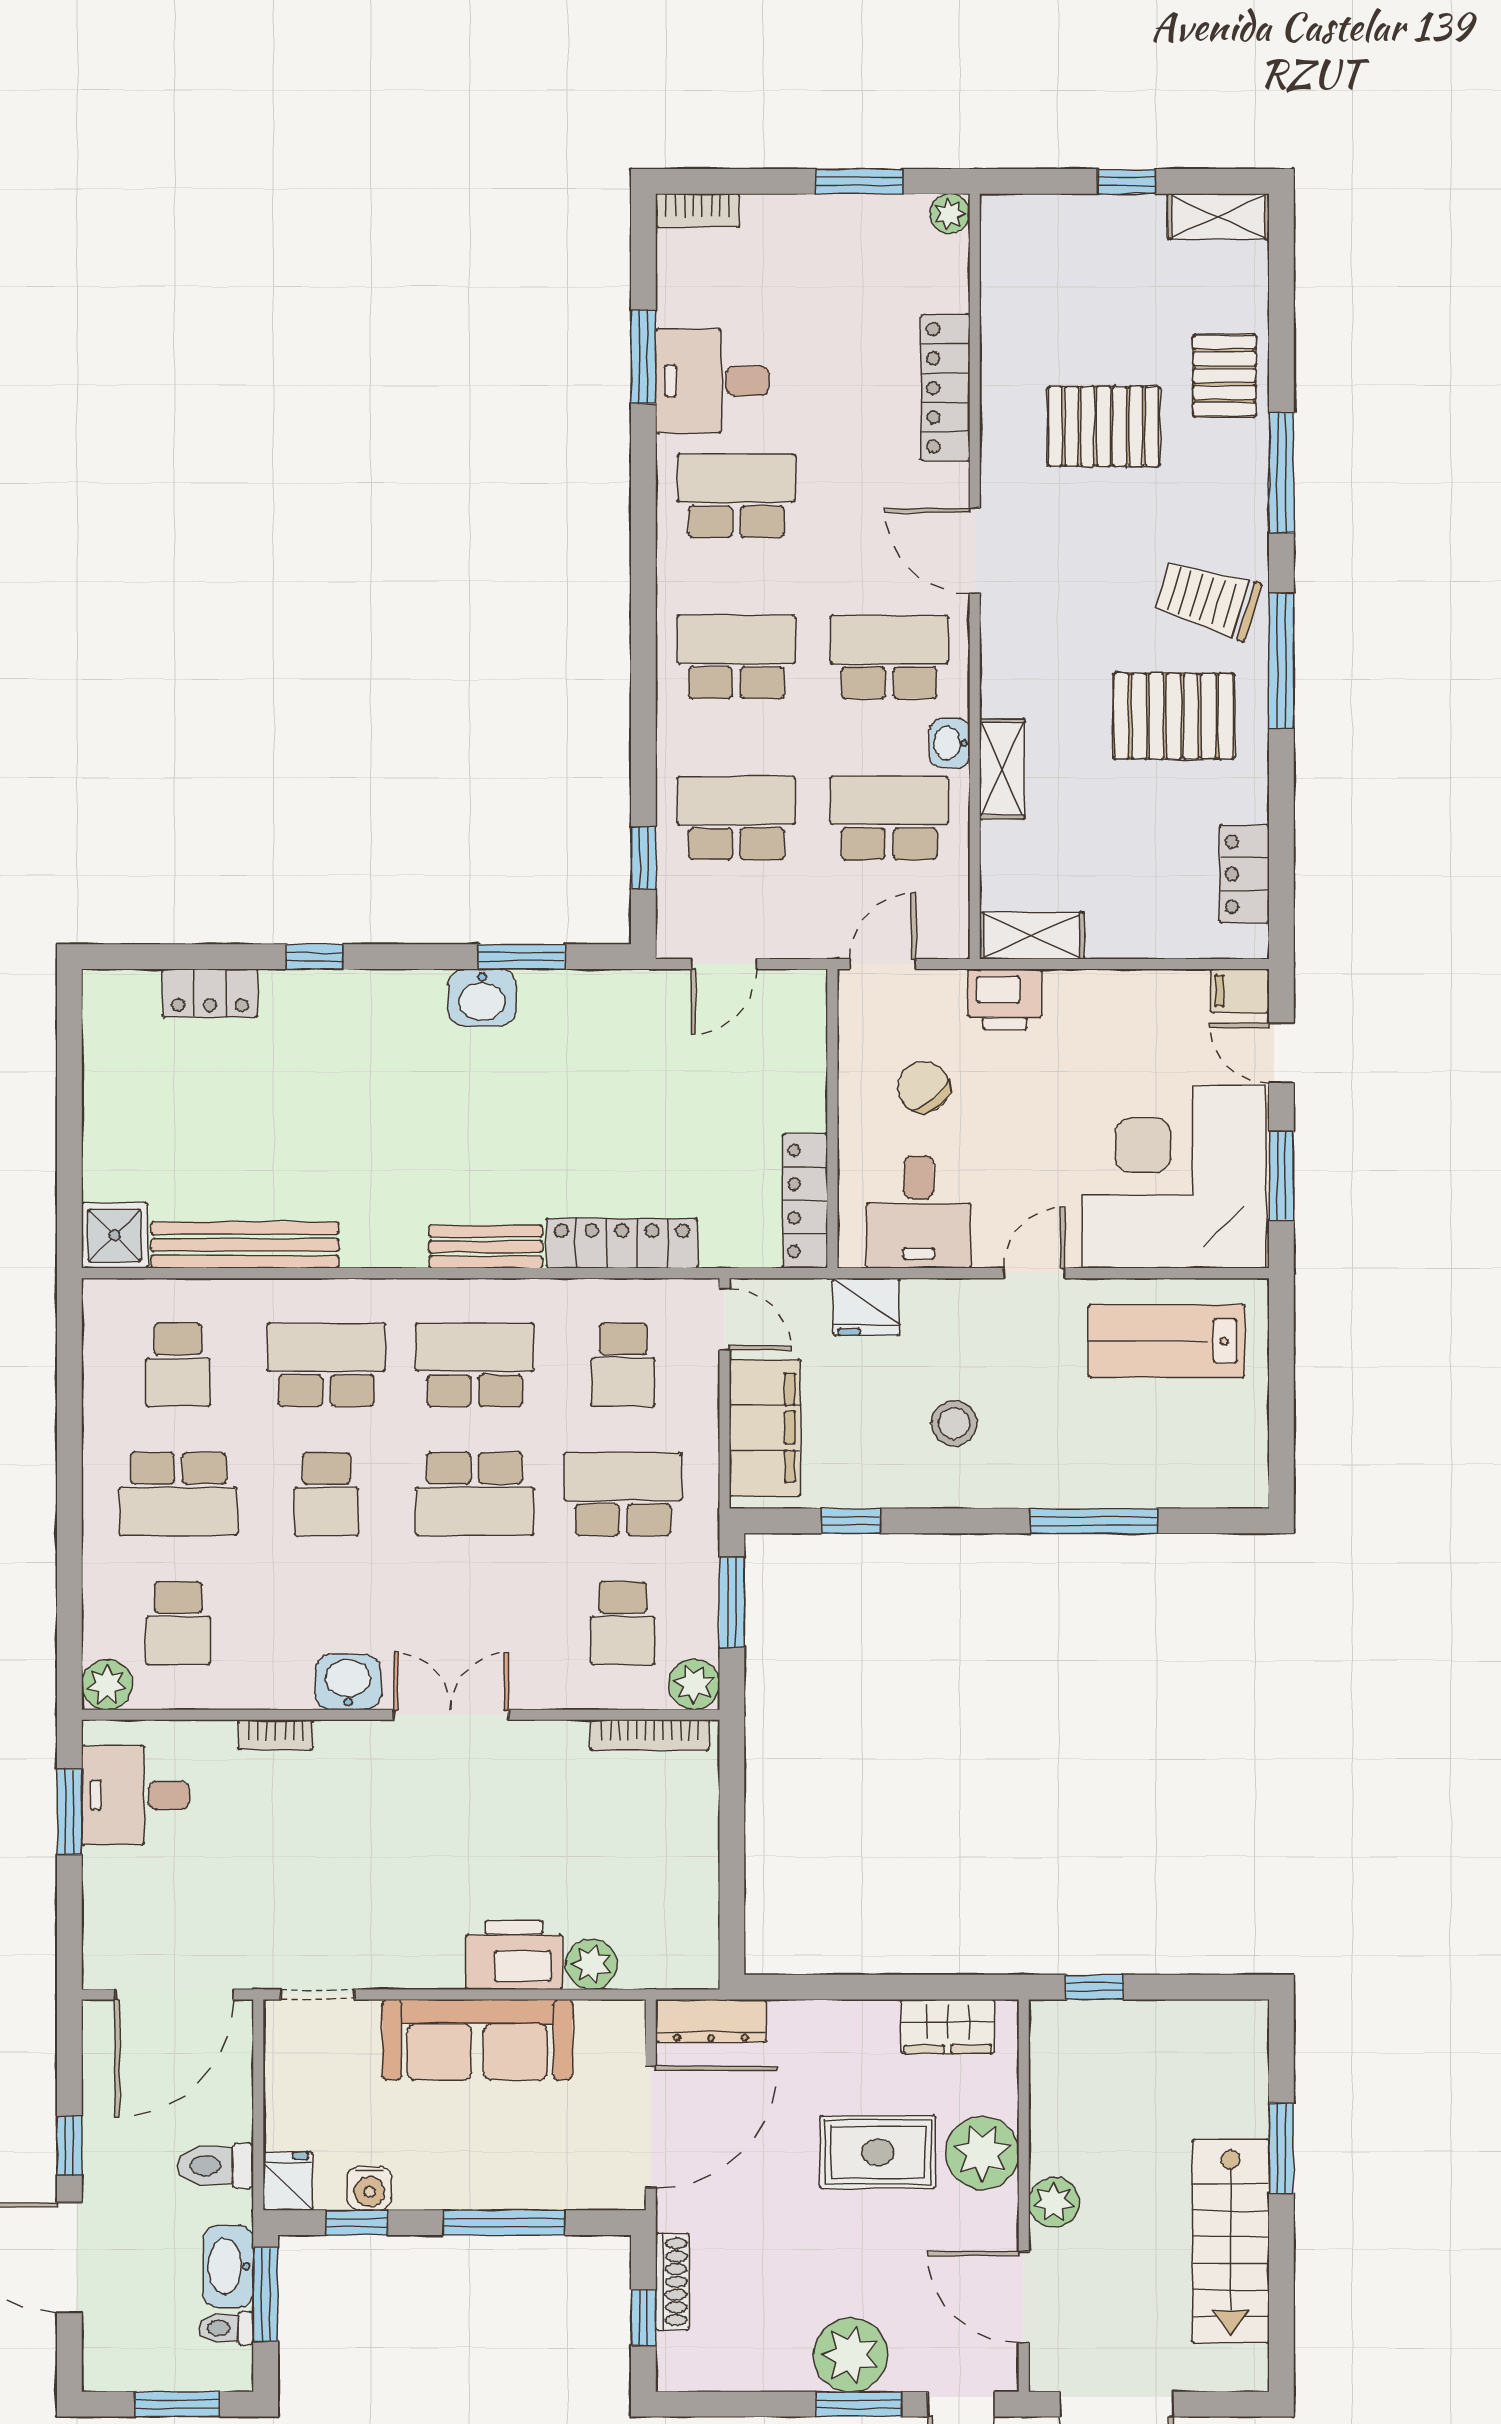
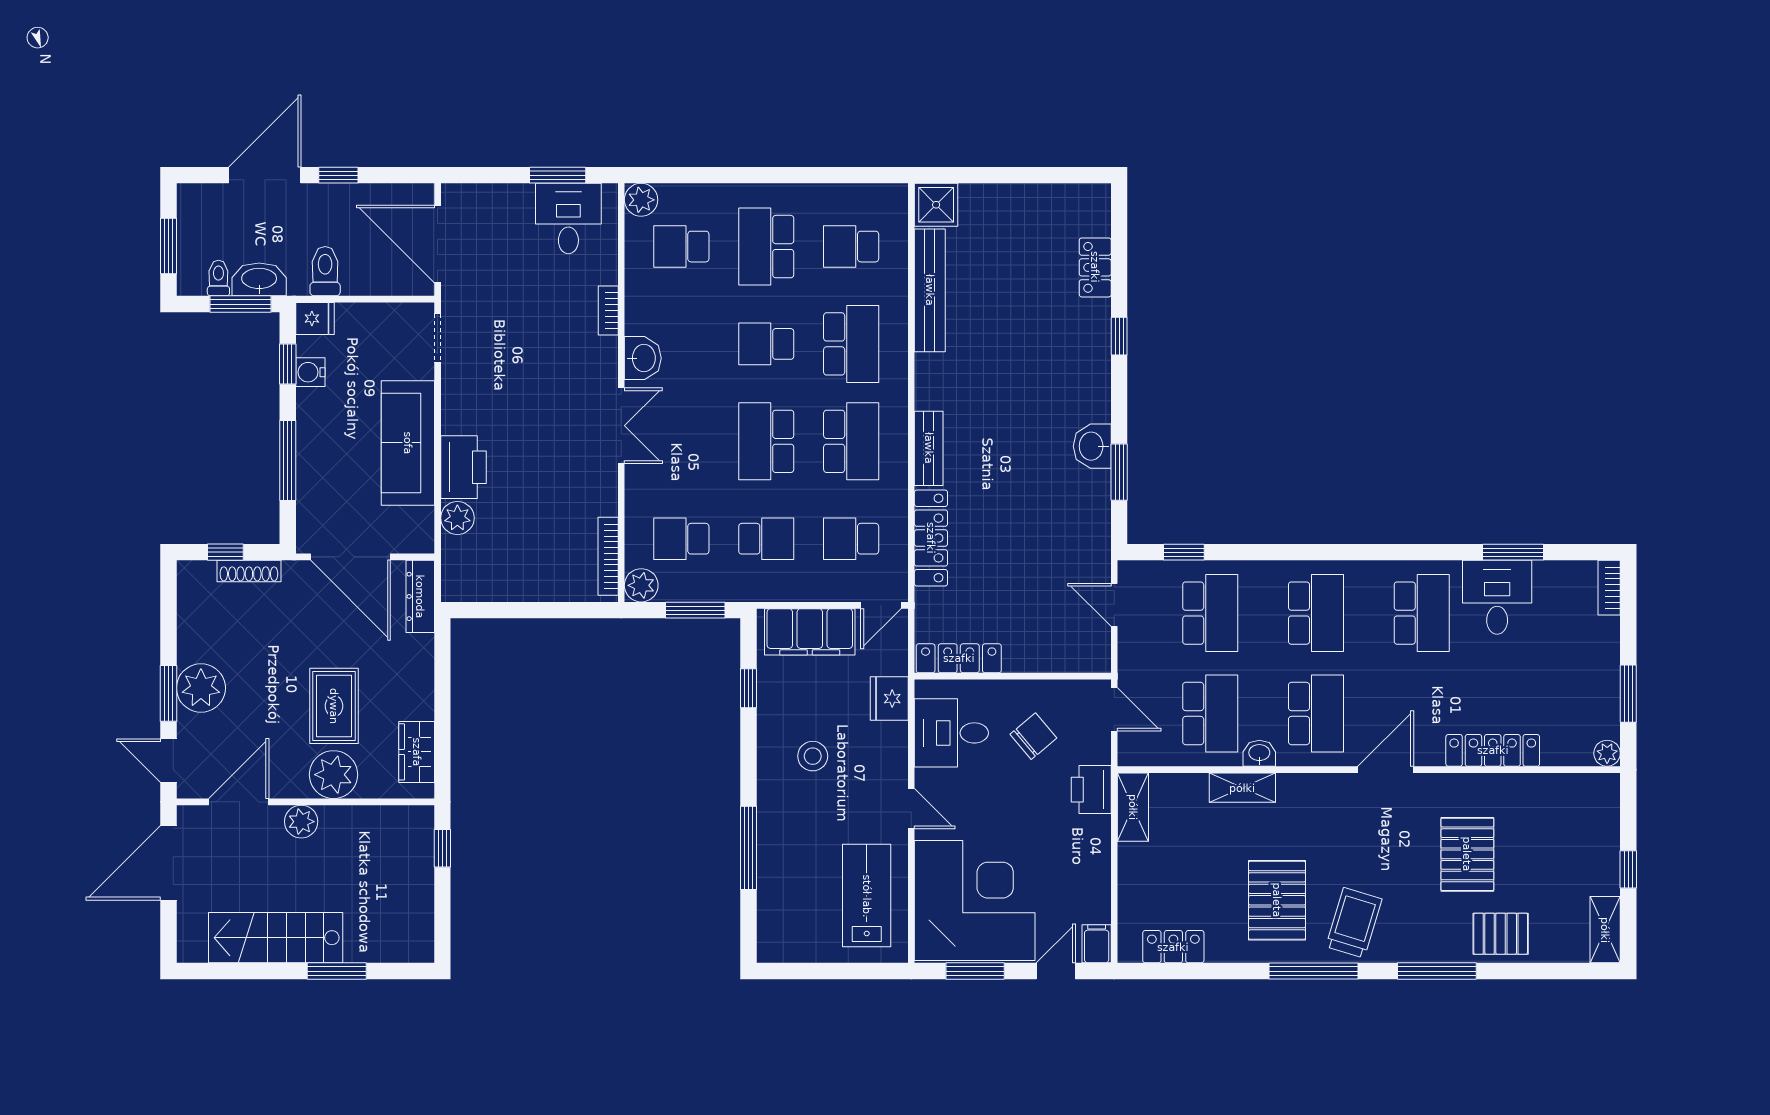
school desk: (623, 1494) -> (766, 539), width x0.54

